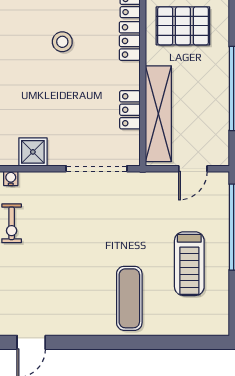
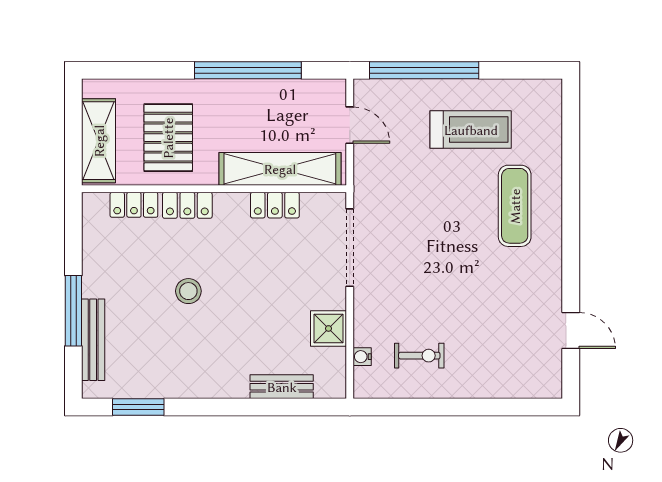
exercise mat: (129, 298) -> (515, 206), turned 90

